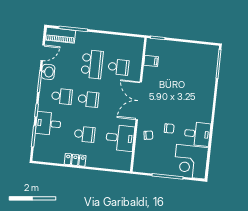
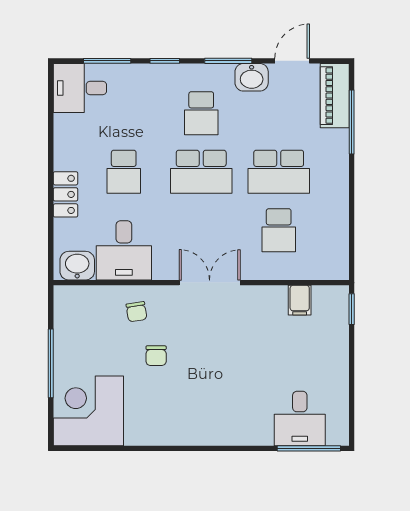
door: (43, 53) -> (292, 61), swing flipped
school desk: (88, 99) -> (201, 172), width x1.85
double door: (139, 101) -> (210, 283), width x0.73
desk: (48, 123) -> (80, 88), moved, turned -90
desk: (197, 134) -> (300, 419), moved
locker: (75, 160) -> (65, 194), moved
washbasin: (125, 160) -> (77, 266), added

